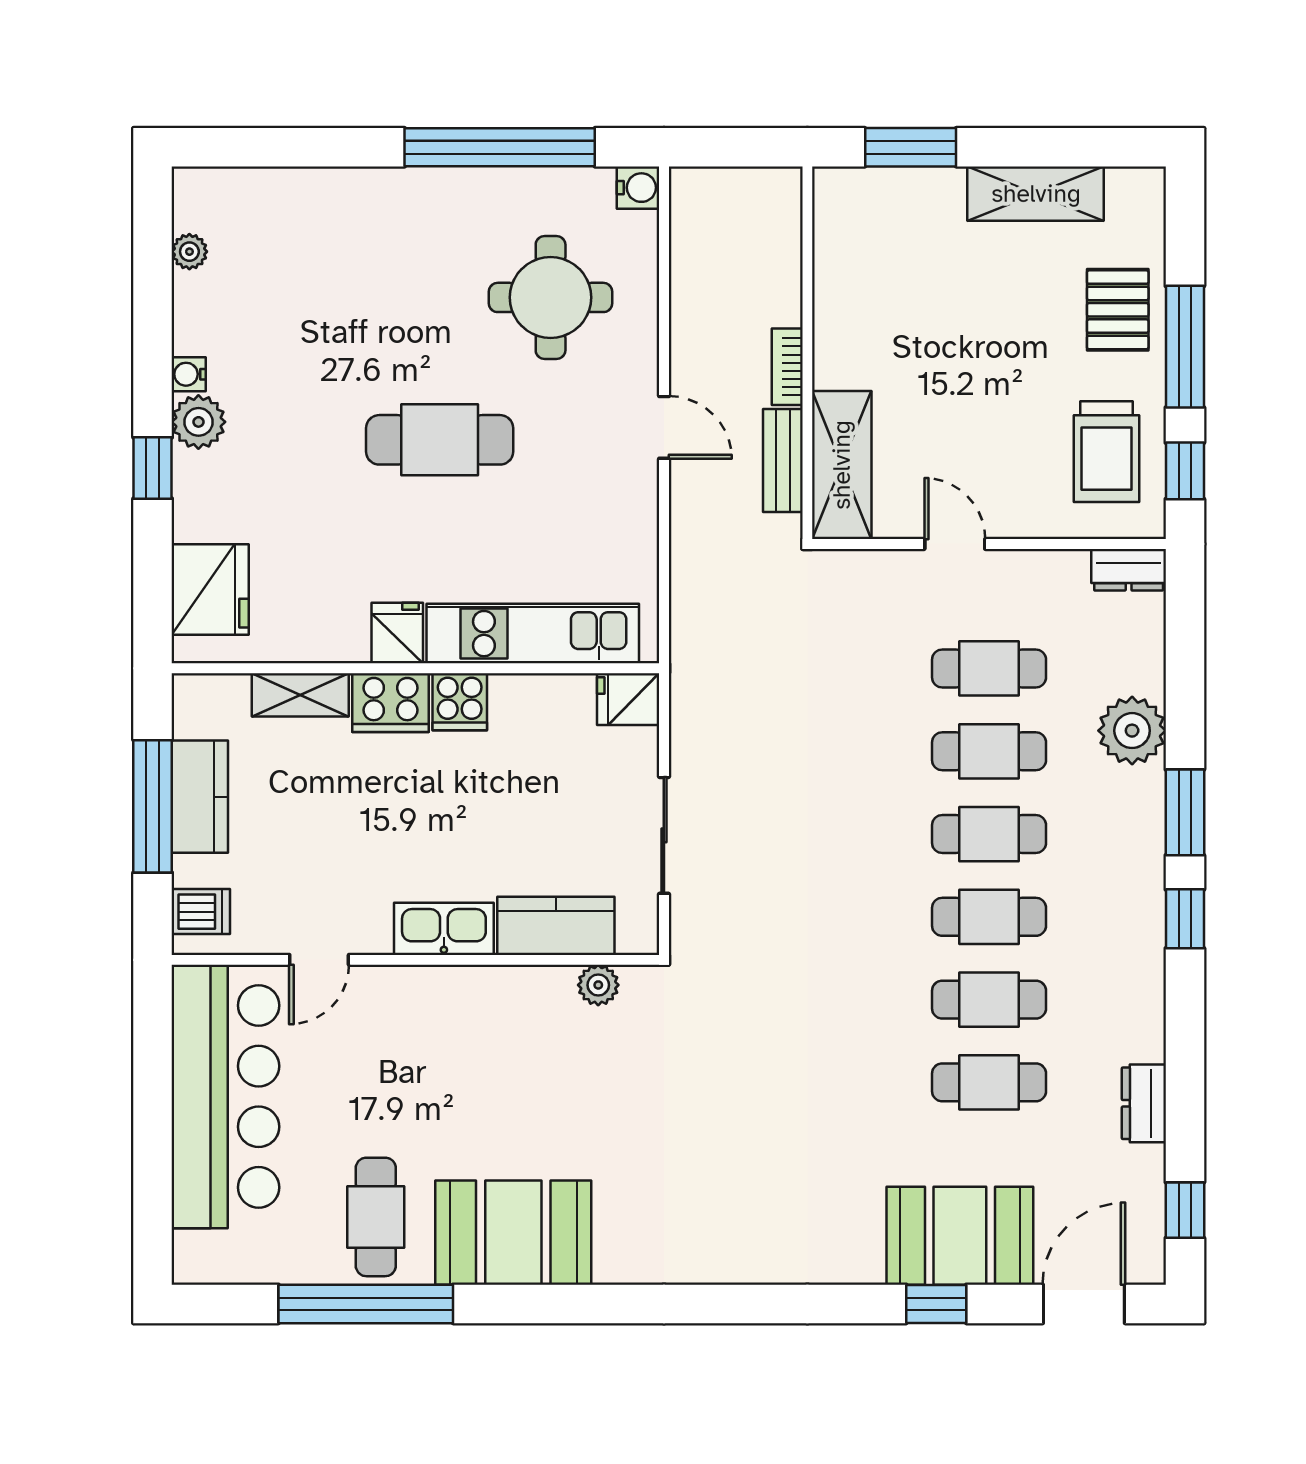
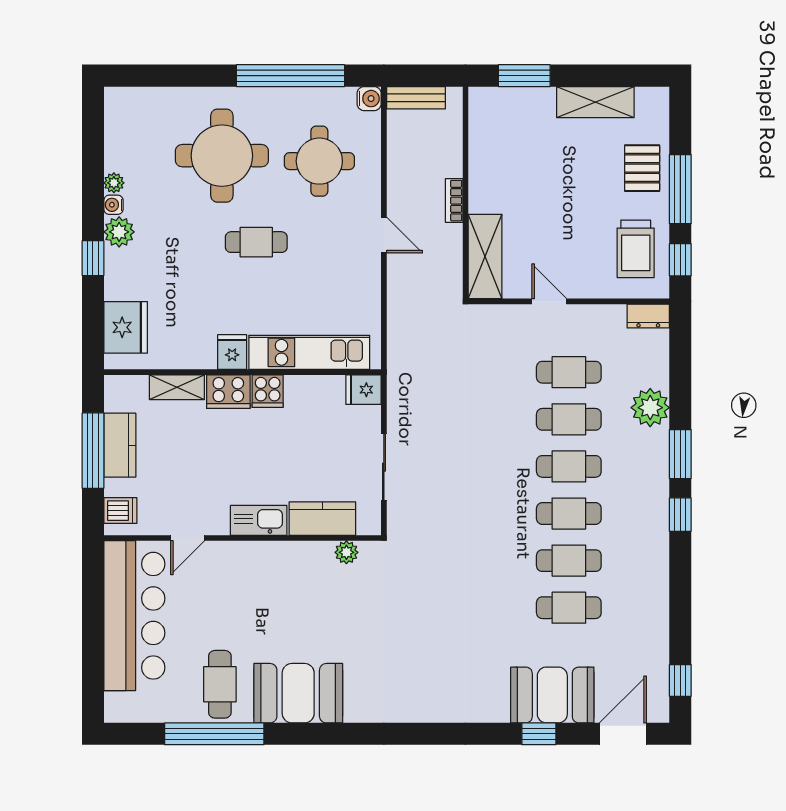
plant: (189, 252) -> (114, 183), moved
round table: (379, 288) -> (222, 156), added
cafe table: (440, 440) -> (256, 242), width x0.73, depth x0.74
bench: (783, 461) -> (416, 98), moved, turned 90
dresser: (1144, 1103) -> (657, 620), removed

